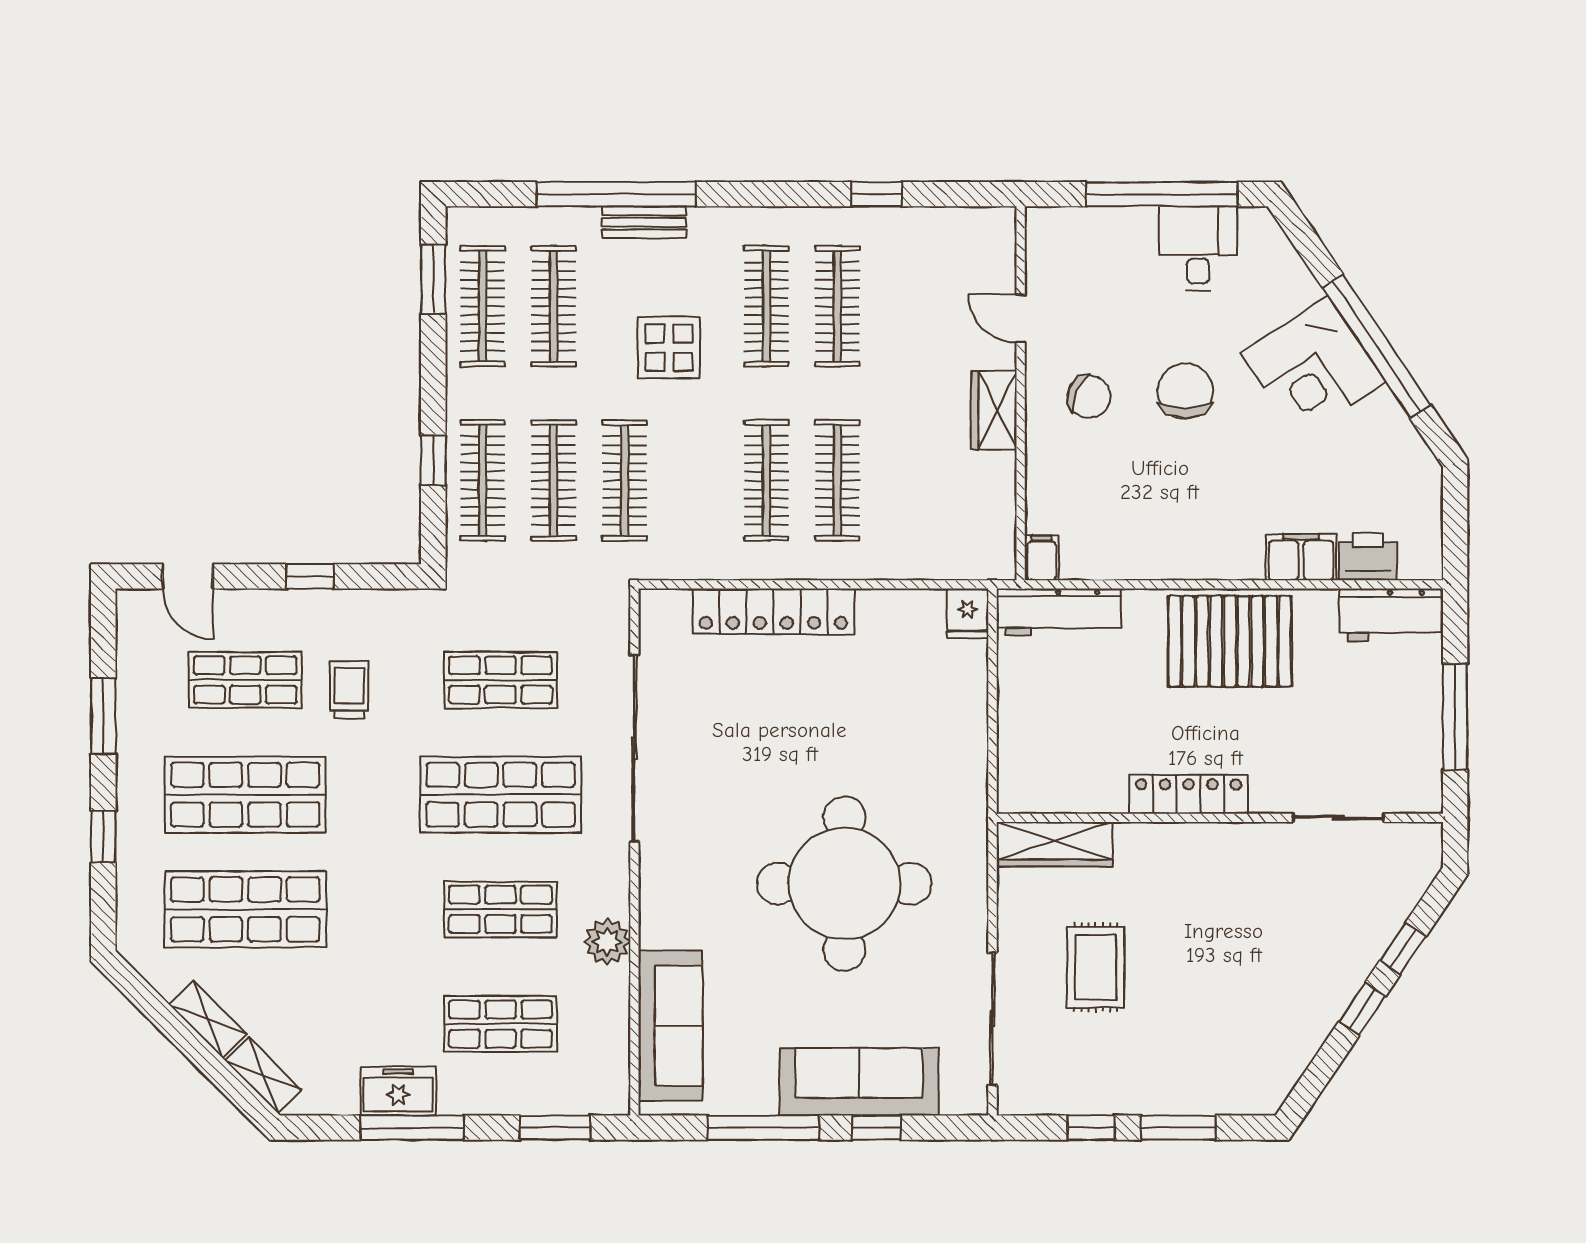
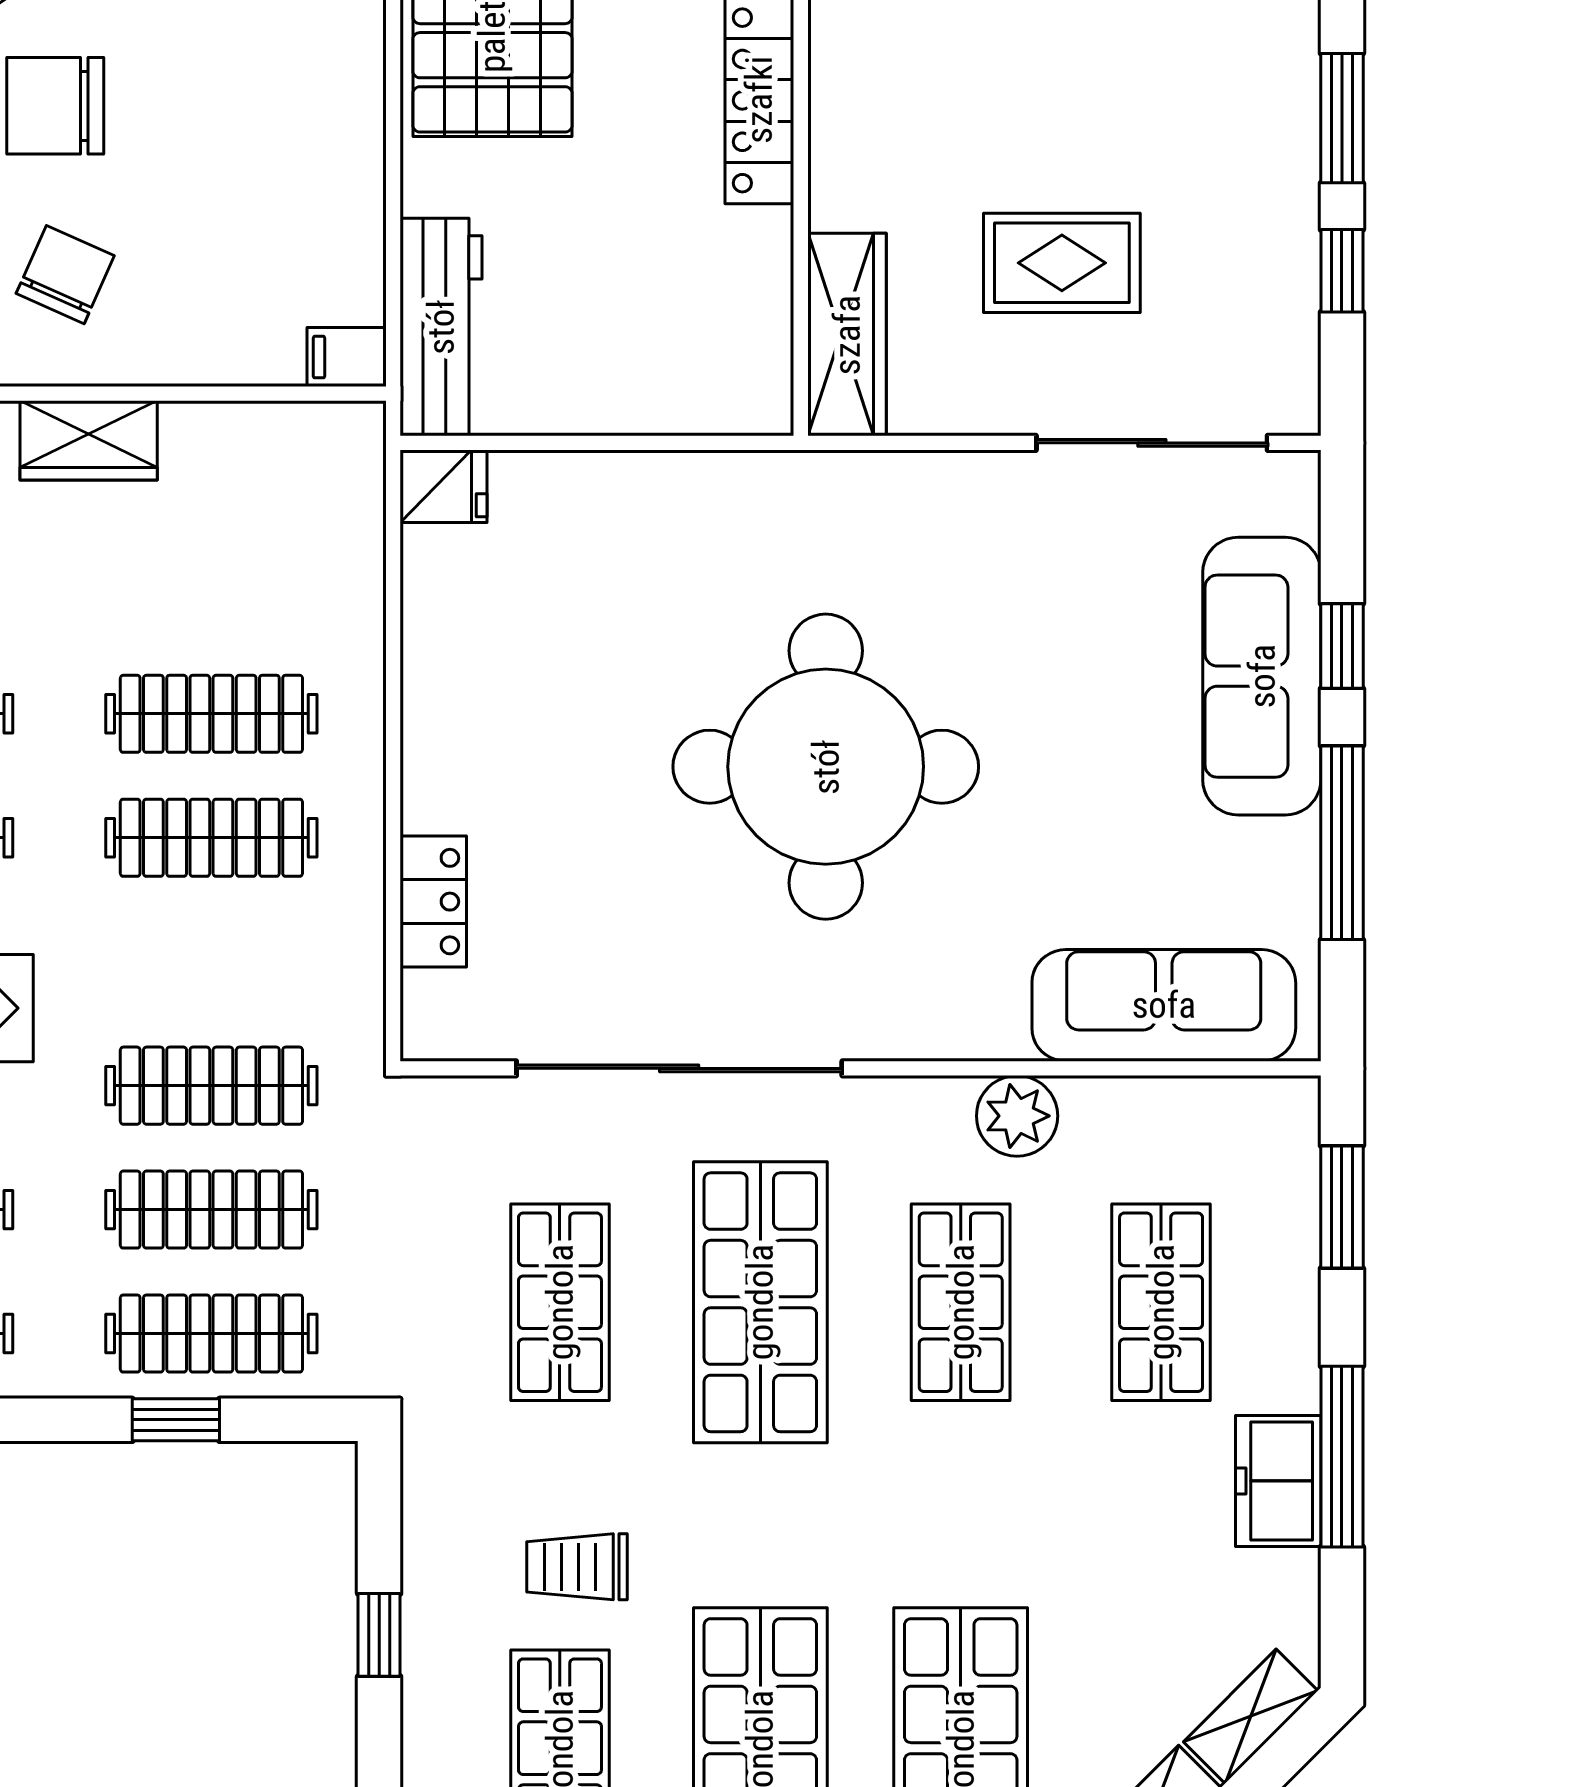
locker: (773, 611) -> (433, 902), width x0.46, depth x0.83
round table: (844, 884) -> (826, 767), moved

